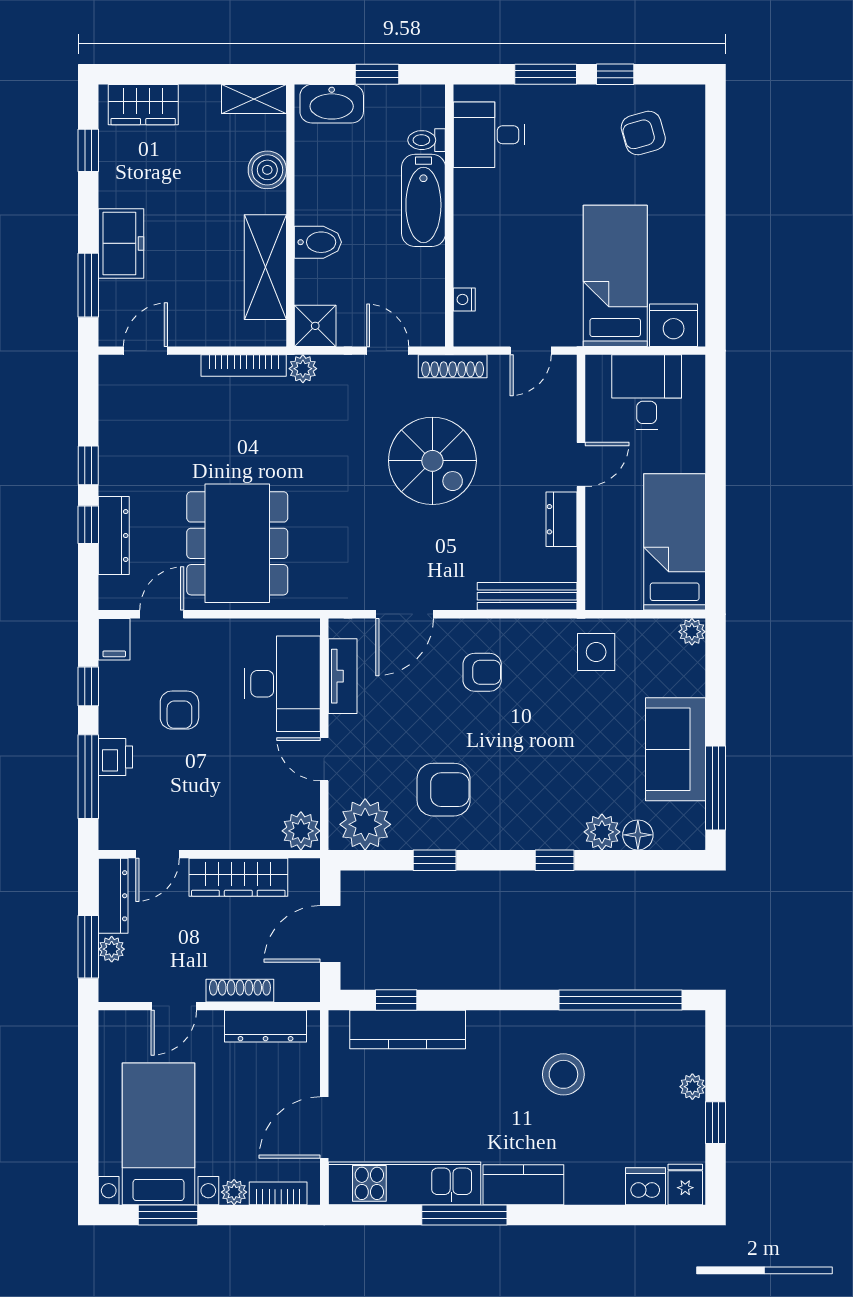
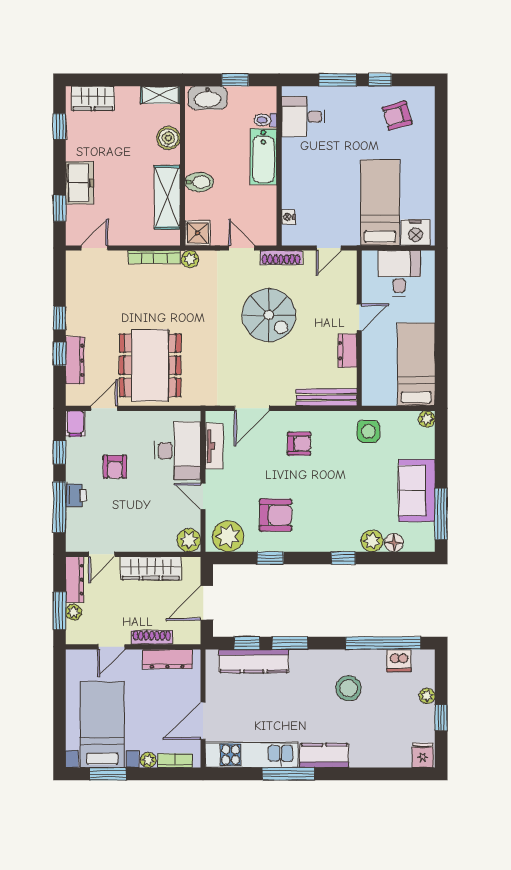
window: (88, 285) -> (60, 208), width x0.67
window: (467, 1000) -> (290, 643), added
dishwasher: (646, 1186) -> (399, 661), moved, turned 180

